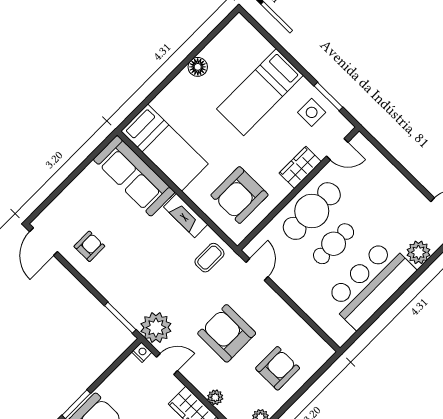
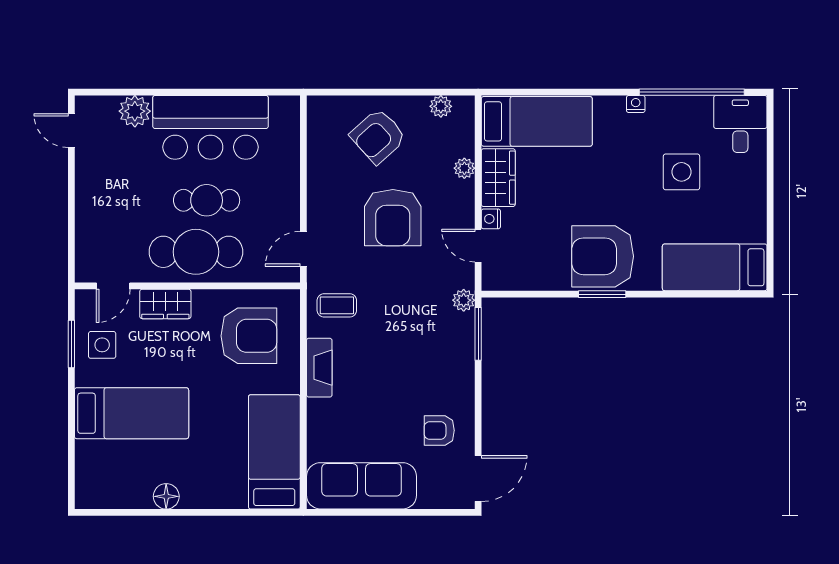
door: (337, 149) -> (113, 286), swing flipped
sofa: (134, 176) -> (361, 486), moved, turned -90
plant: (156, 328) -> (464, 300), width x0.53, depth x0.53
nightstand: (142, 352) -> (491, 219), moved
armchair: (278, 368) -> (378, 136), turned -42

